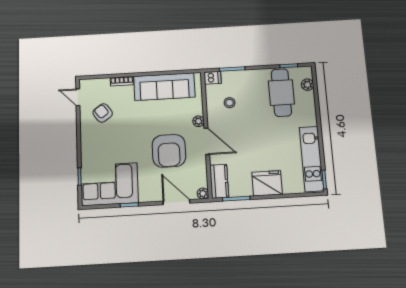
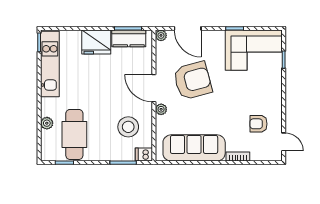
plant: (307, 85) -> (47, 123), moved
stool: (230, 103) -> (128, 127), width x1.89, depth x1.89
armchair: (103, 113) -> (259, 124), turned 126
armchair: (169, 151) -> (193, 81), turned 75
kitchen counter: (219, 181) -> (129, 38), moved, turned -90

